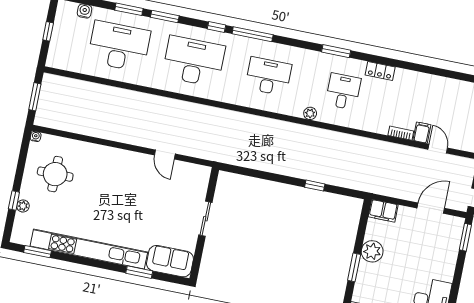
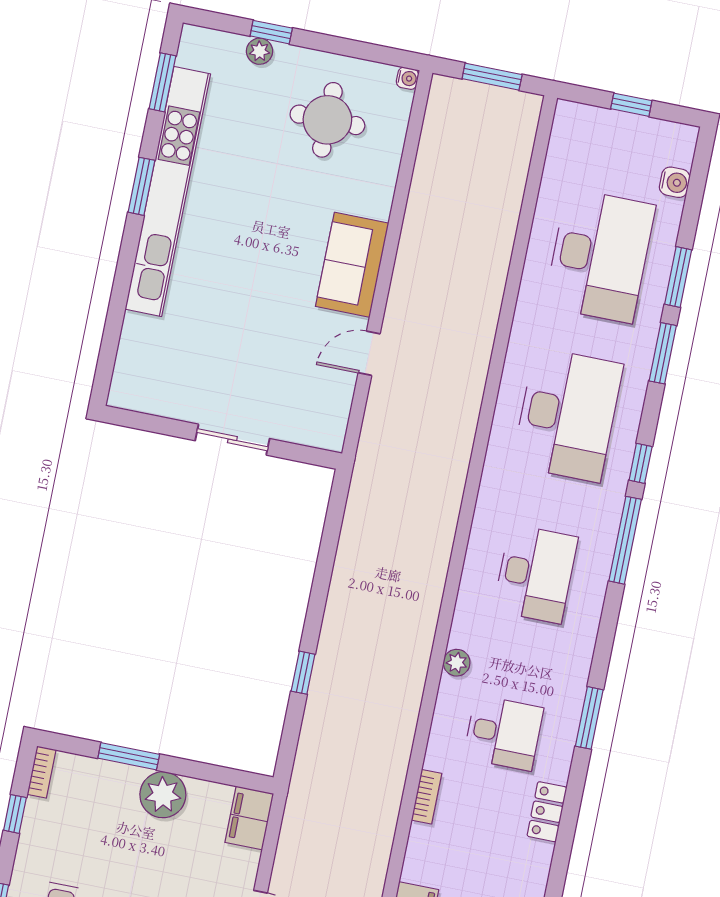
bookcase: (401, 133) -> (427, 797), moved
sofa: (170, 261) -> (352, 265), moved, turned 180
window: (139, 272) -> (141, 186), moved

